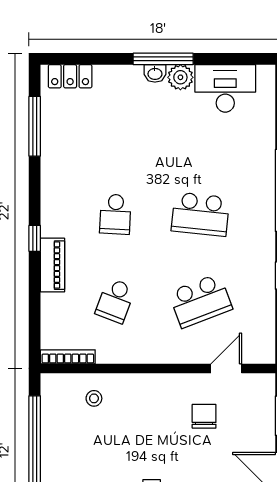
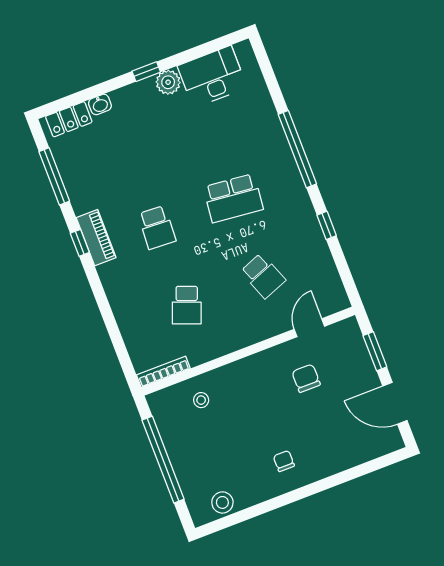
window: (163, 59) -> (146, 72), width x0.46
washbasin: (155, 73) -> (100, 104), moved
window: (35, 238) -> (80, 243), moved
piano: (52, 265) -> (96, 238), moved
school desk: (200, 301) -> (263, 276), width x0.54

